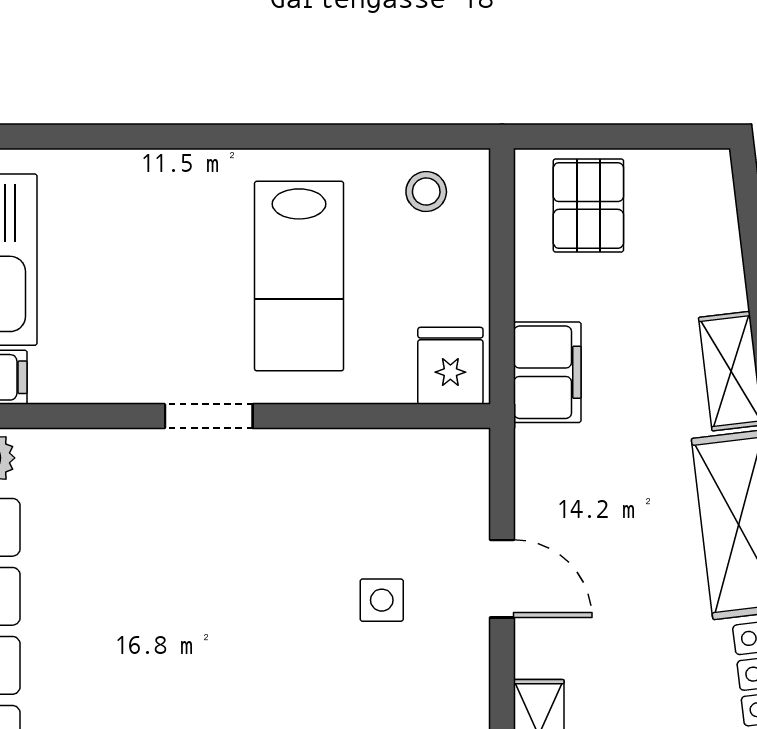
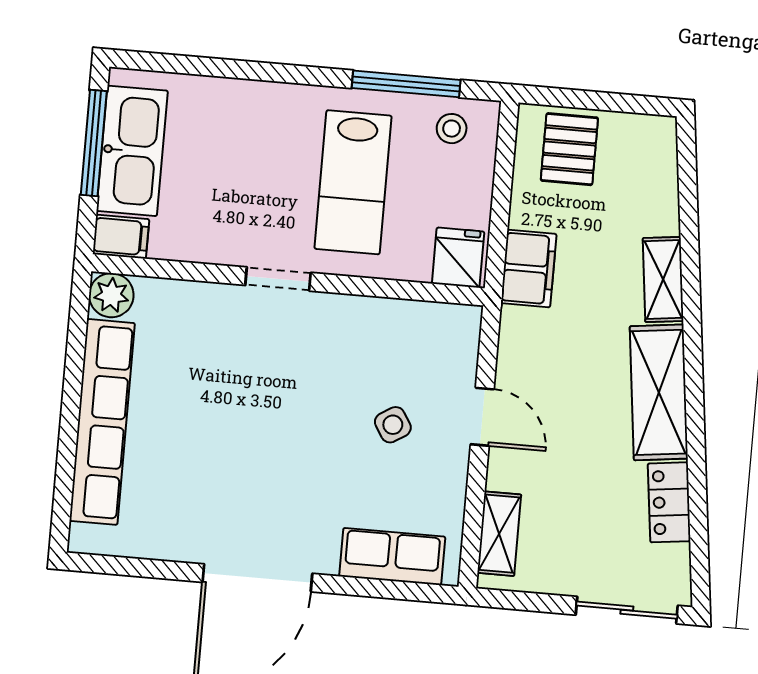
window: (359, 136) -> (406, 84), added
side table: (382, 600) -> (393, 425), turned -32

